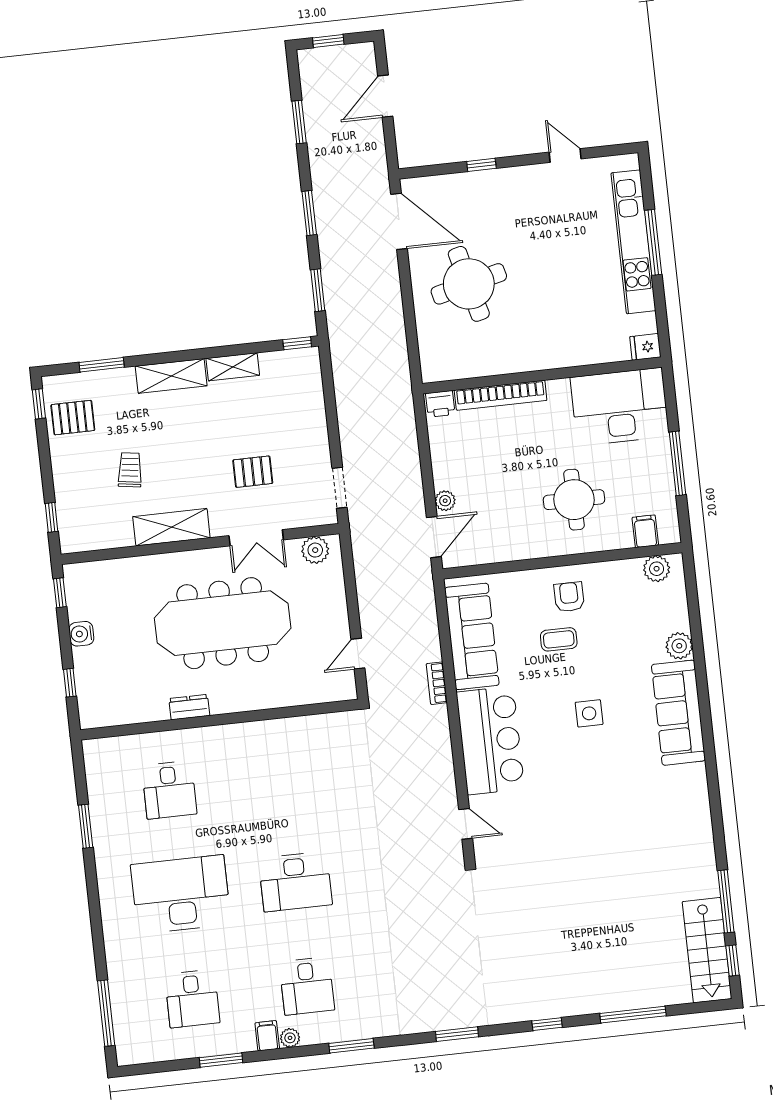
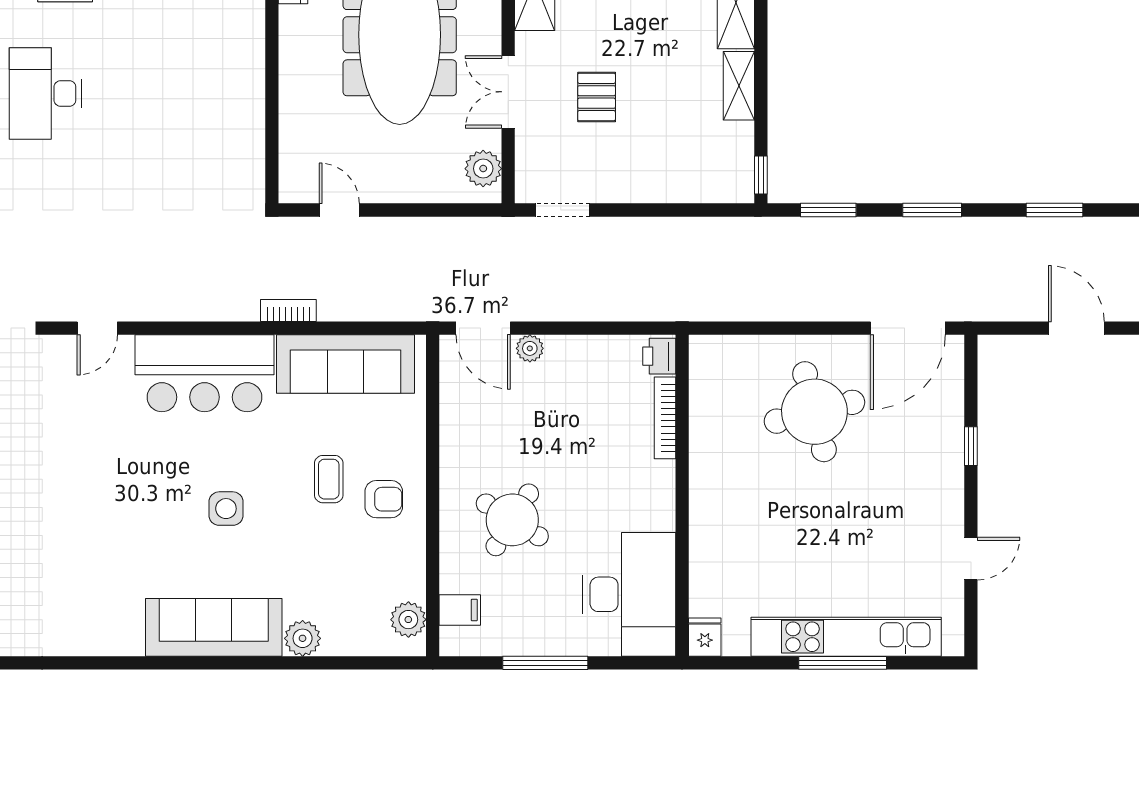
bookcase: (501, 395) -> (665, 418), width x0.68, depth x0.76
round table: (574, 500) -> (512, 520), turned 32

